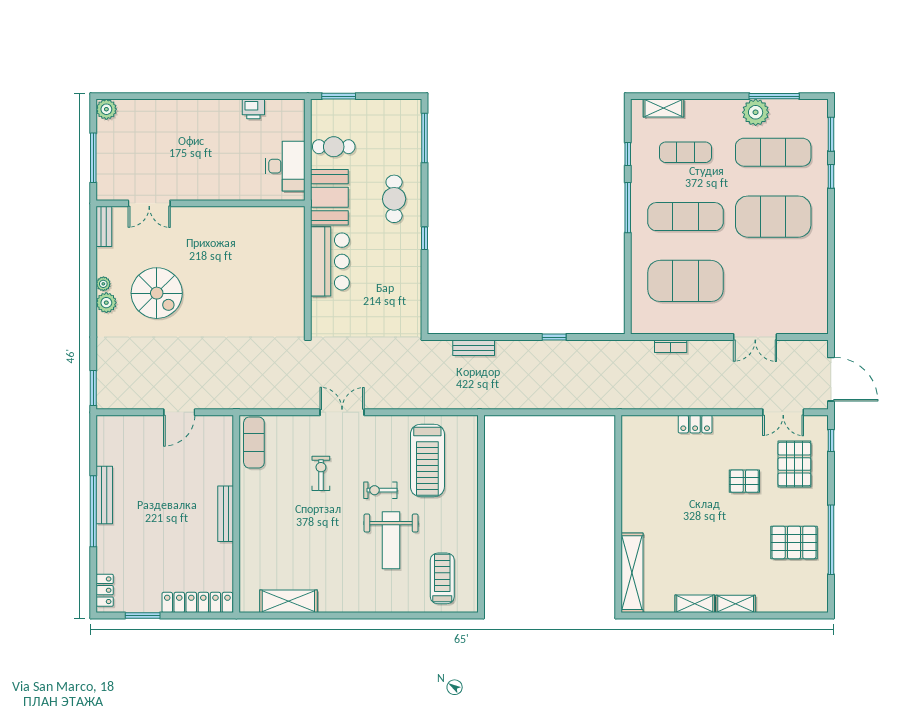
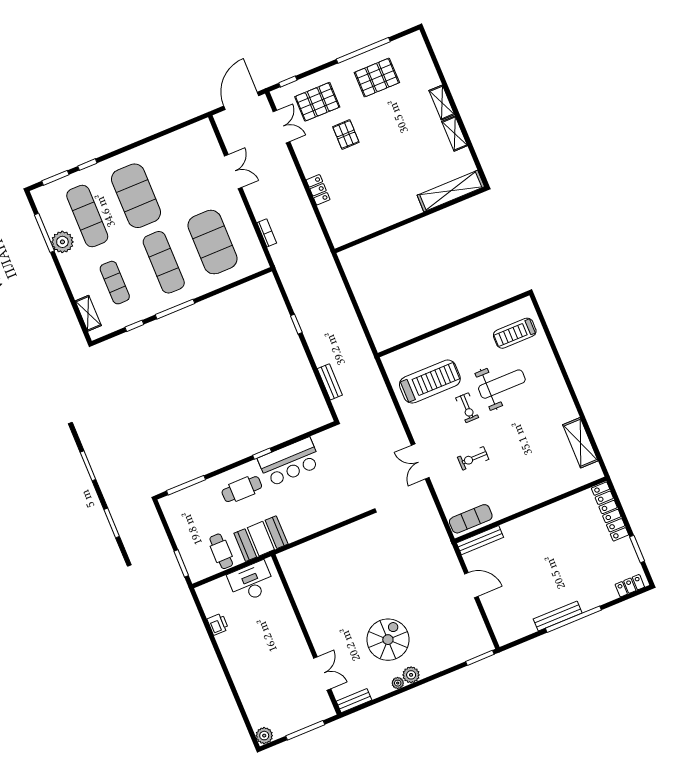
bar counter: (330, 261) -> (289, 462), moved, turned 180
bench: (226, 514) -> (480, 540), moved
pallet: (794, 542) -> (377, 78), turned 90

